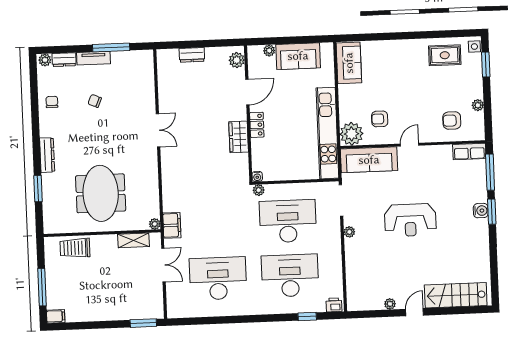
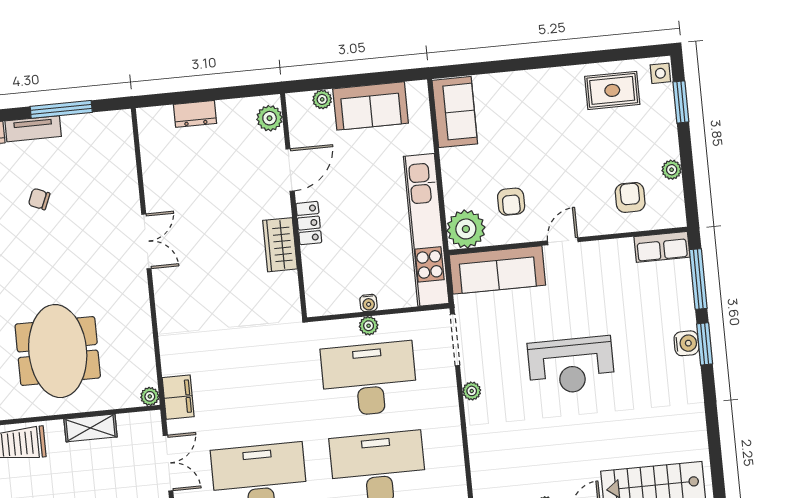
armchair: (380, 119) -> (511, 202), turned -90
armchair: (452, 121) -> (630, 197), turned 90
water cooler: (257, 176) -> (369, 303), moved
plant: (259, 190) -> (369, 326), moved
shelving: (134, 240) -> (91, 428), moved

